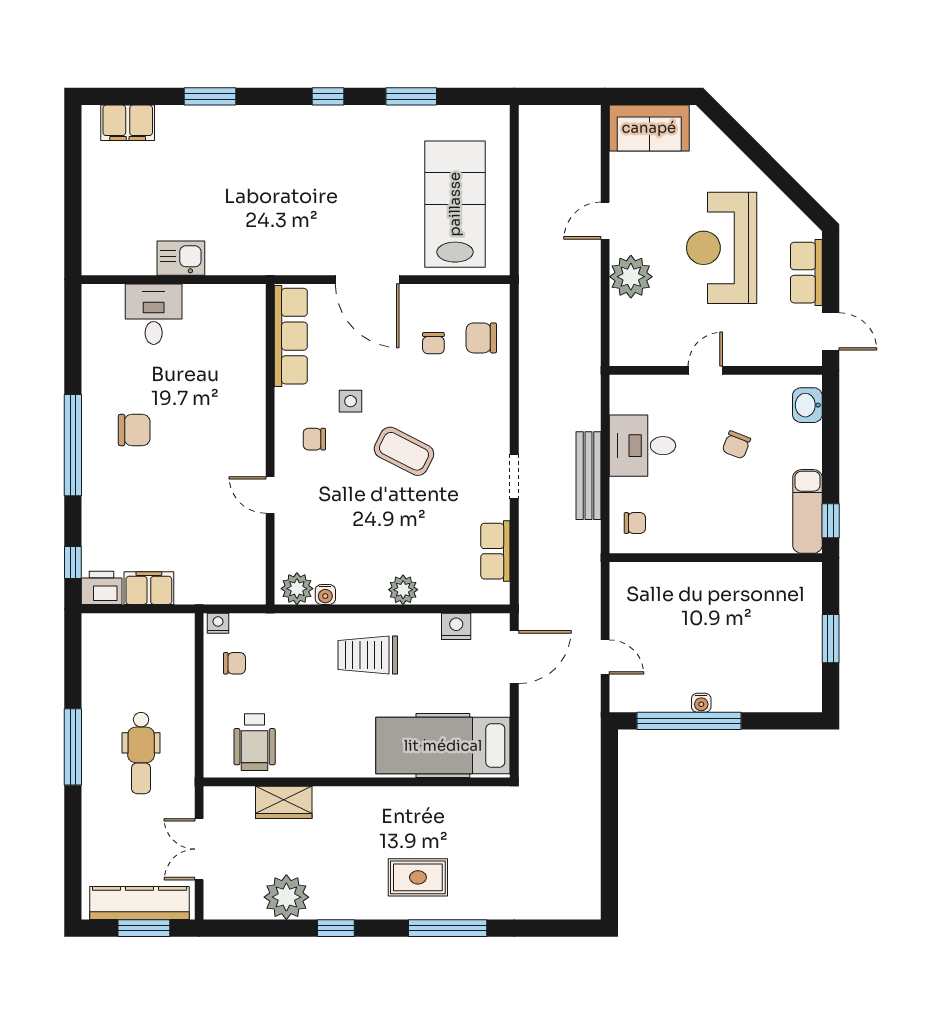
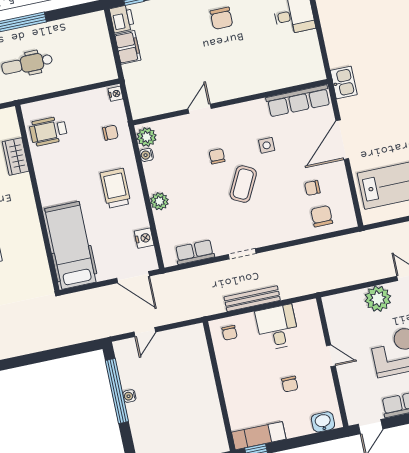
kitchen sink: (181, 258) -> (344, 83), moved
chair: (314, 439) -> (217, 156), moved
chair: (736, 445) -> (290, 384), turned -111
chair: (234, 663) -> (110, 133), moved, turned -90

